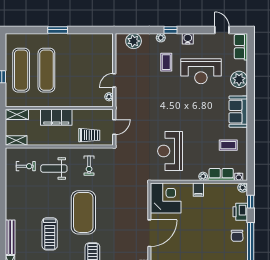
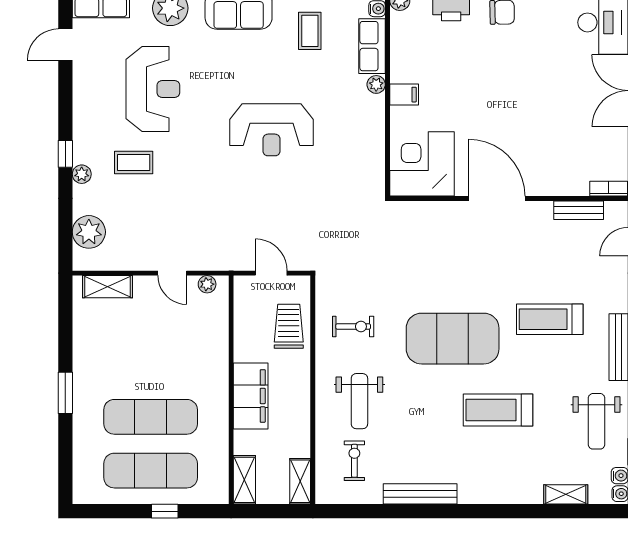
water cooler: (188, 39) -> (84, 117), removed
shelving: (108, 50) -> (108, 287), added
reception desk: (170, 151) -> (271, 130), moved
treadmill: (50, 234) -> (498, 410), turned 180
bench: (10, 237) -> (420, 494), moved

